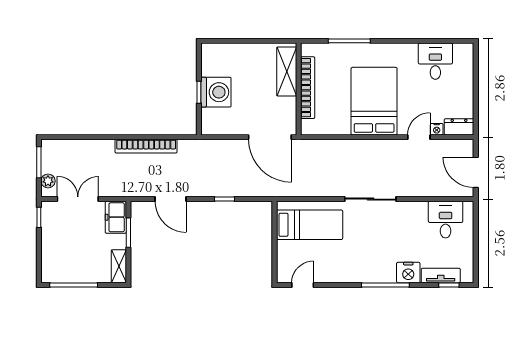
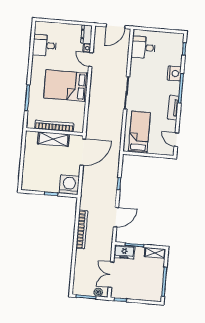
shelving: (287, 71) -> (53, 139), moved
washing machine: (216, 92) -> (69, 185), moved
tv unit: (441, 276) -> (173, 108), moved

